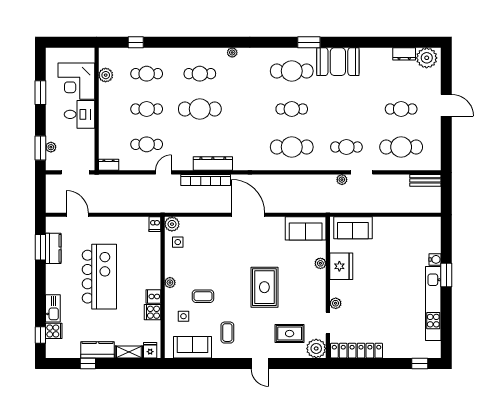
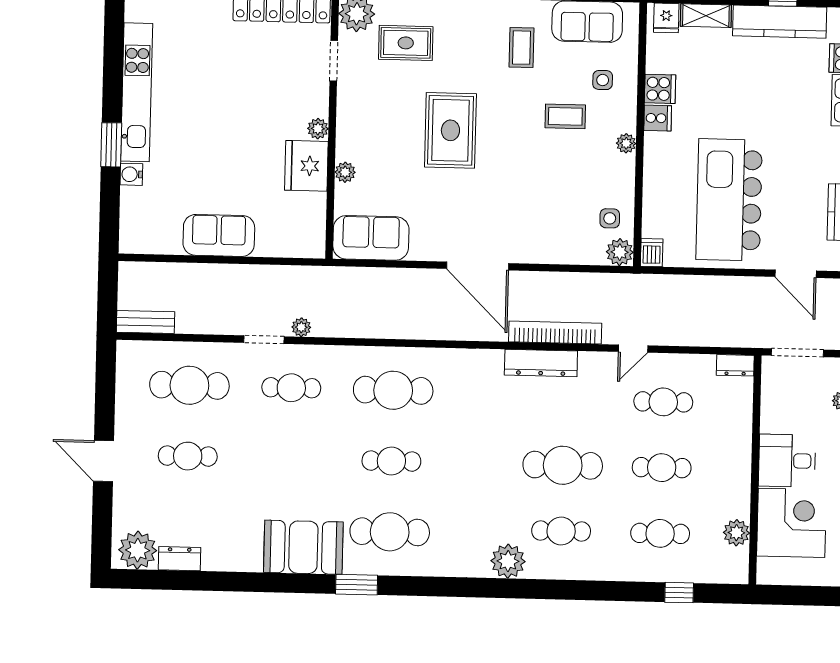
plant: (232, 52) -> (508, 561), width x1.88, depth x1.88
sofa: (353, 228) -> (219, 235), moved
kitchen island: (99, 277) -> (729, 200), moved
plant: (336, 303) -> (318, 129), moved
kitchen counter: (98, 350) -> (780, 22), width x1.50

